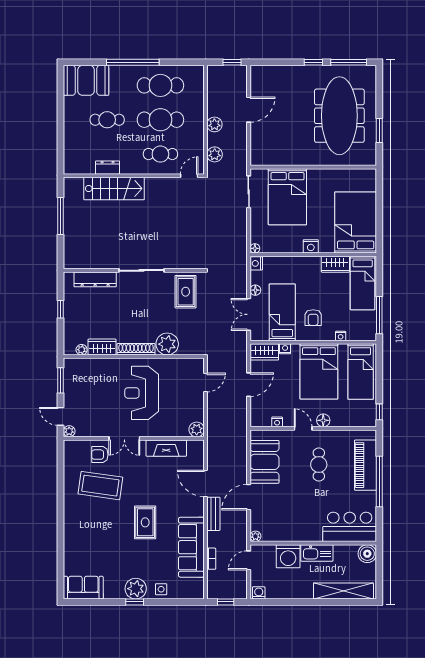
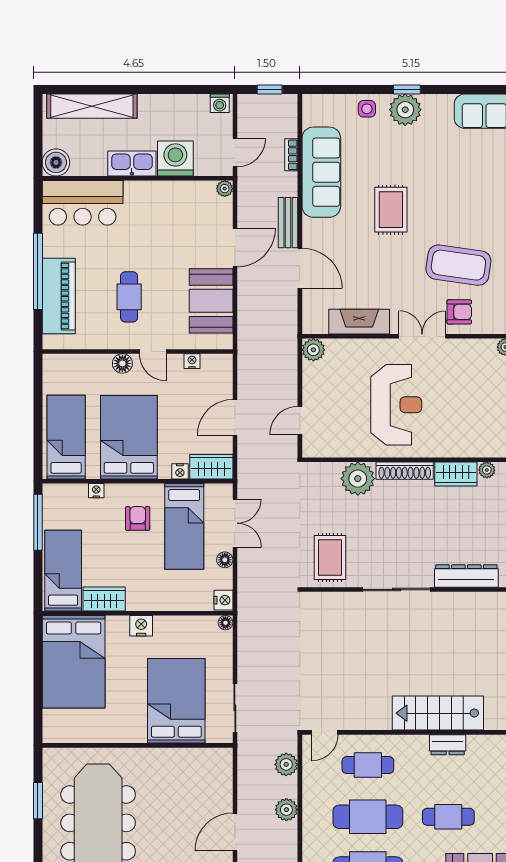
window: (379, 412) -> (38, 376), removed

